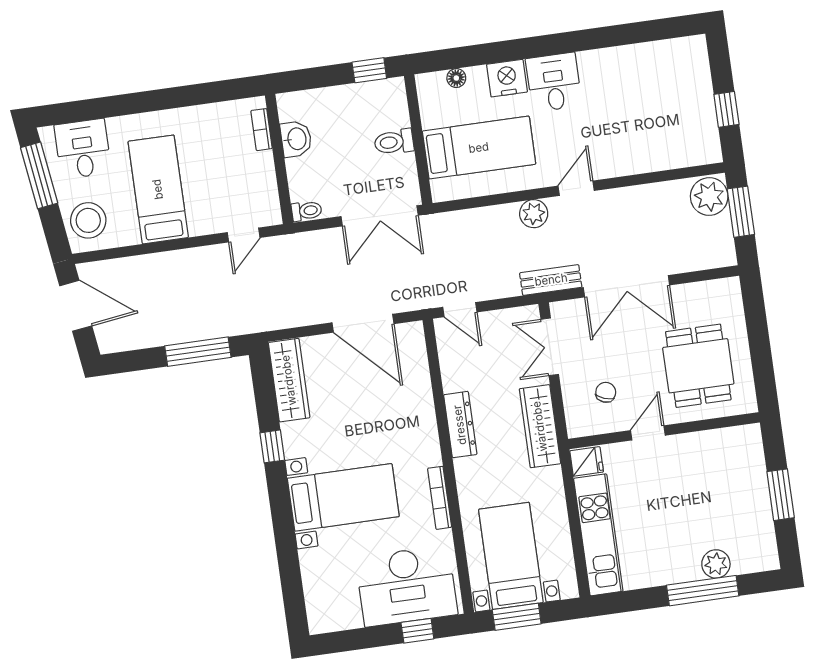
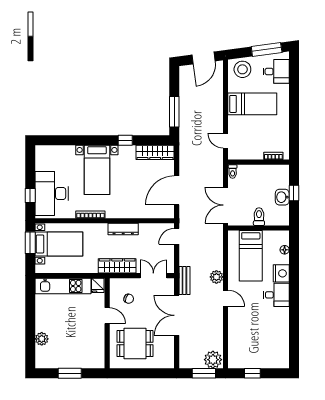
window: (369, 70) -> (294, 193), moved
washbasin: (296, 139) -> (282, 197), moved, turned 90
window: (703, 591) -> (30, 331), removed

